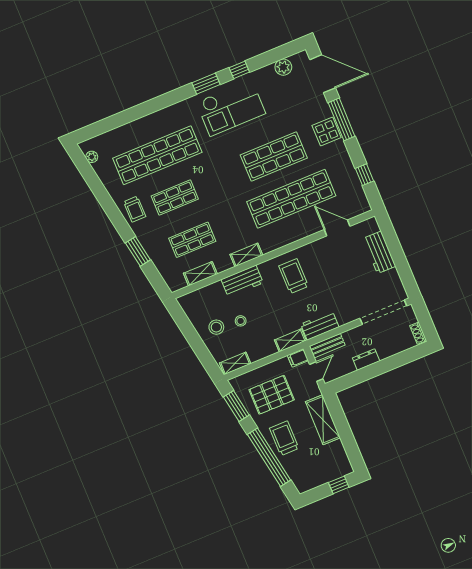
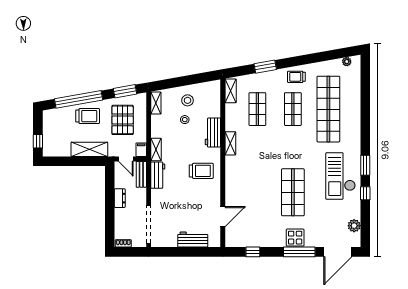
shop shelf: (291, 199) -> (257, 192), removed
shelving: (200, 274) -> (231, 91), moved

